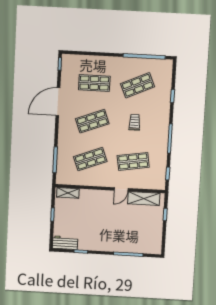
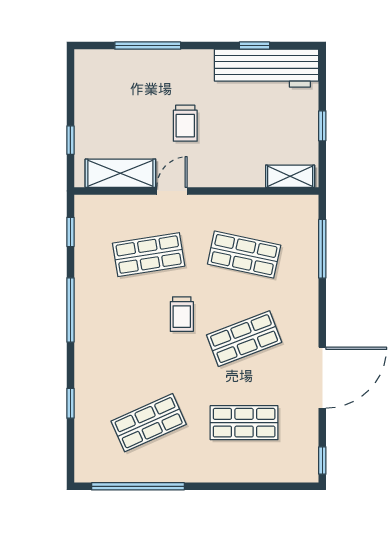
trolley: (135, 122) -> (182, 314), moved
shop shelf: (90, 159) -> (244, 255), turned 33
trolley: (113, 219) -> (185, 123), added
workbench: (65, 243) -> (267, 68), width x1.88, depth x1.32

